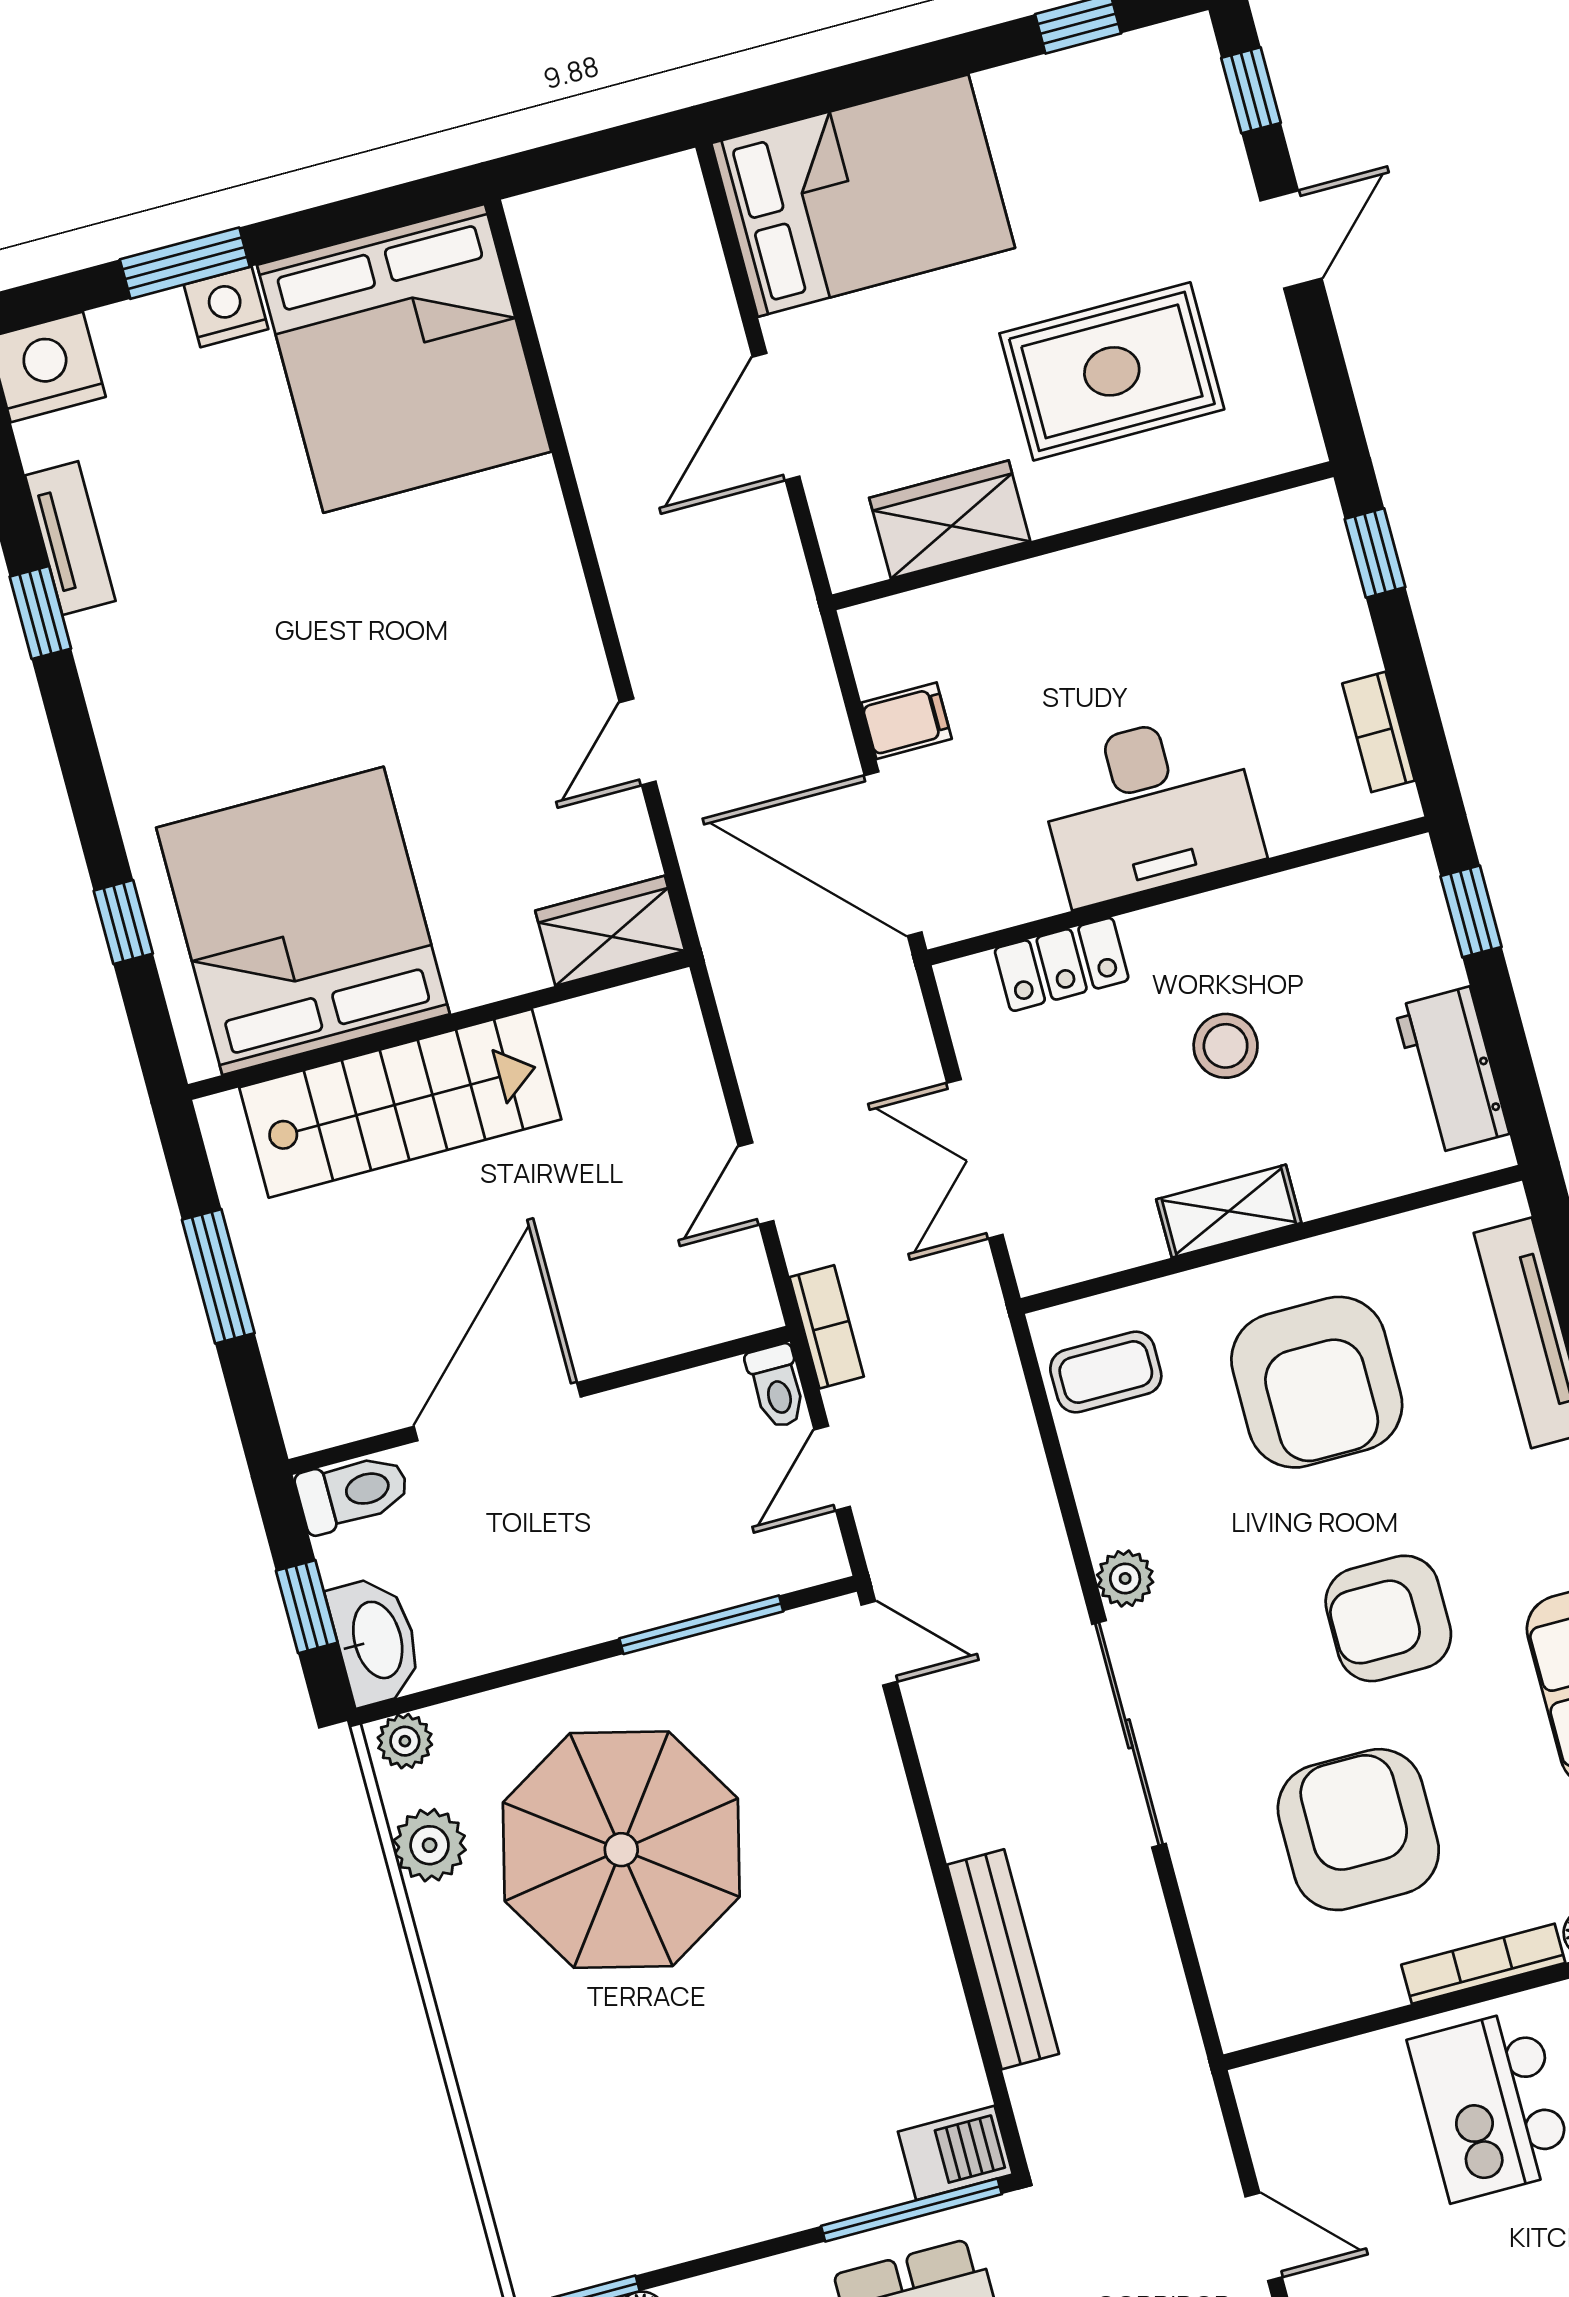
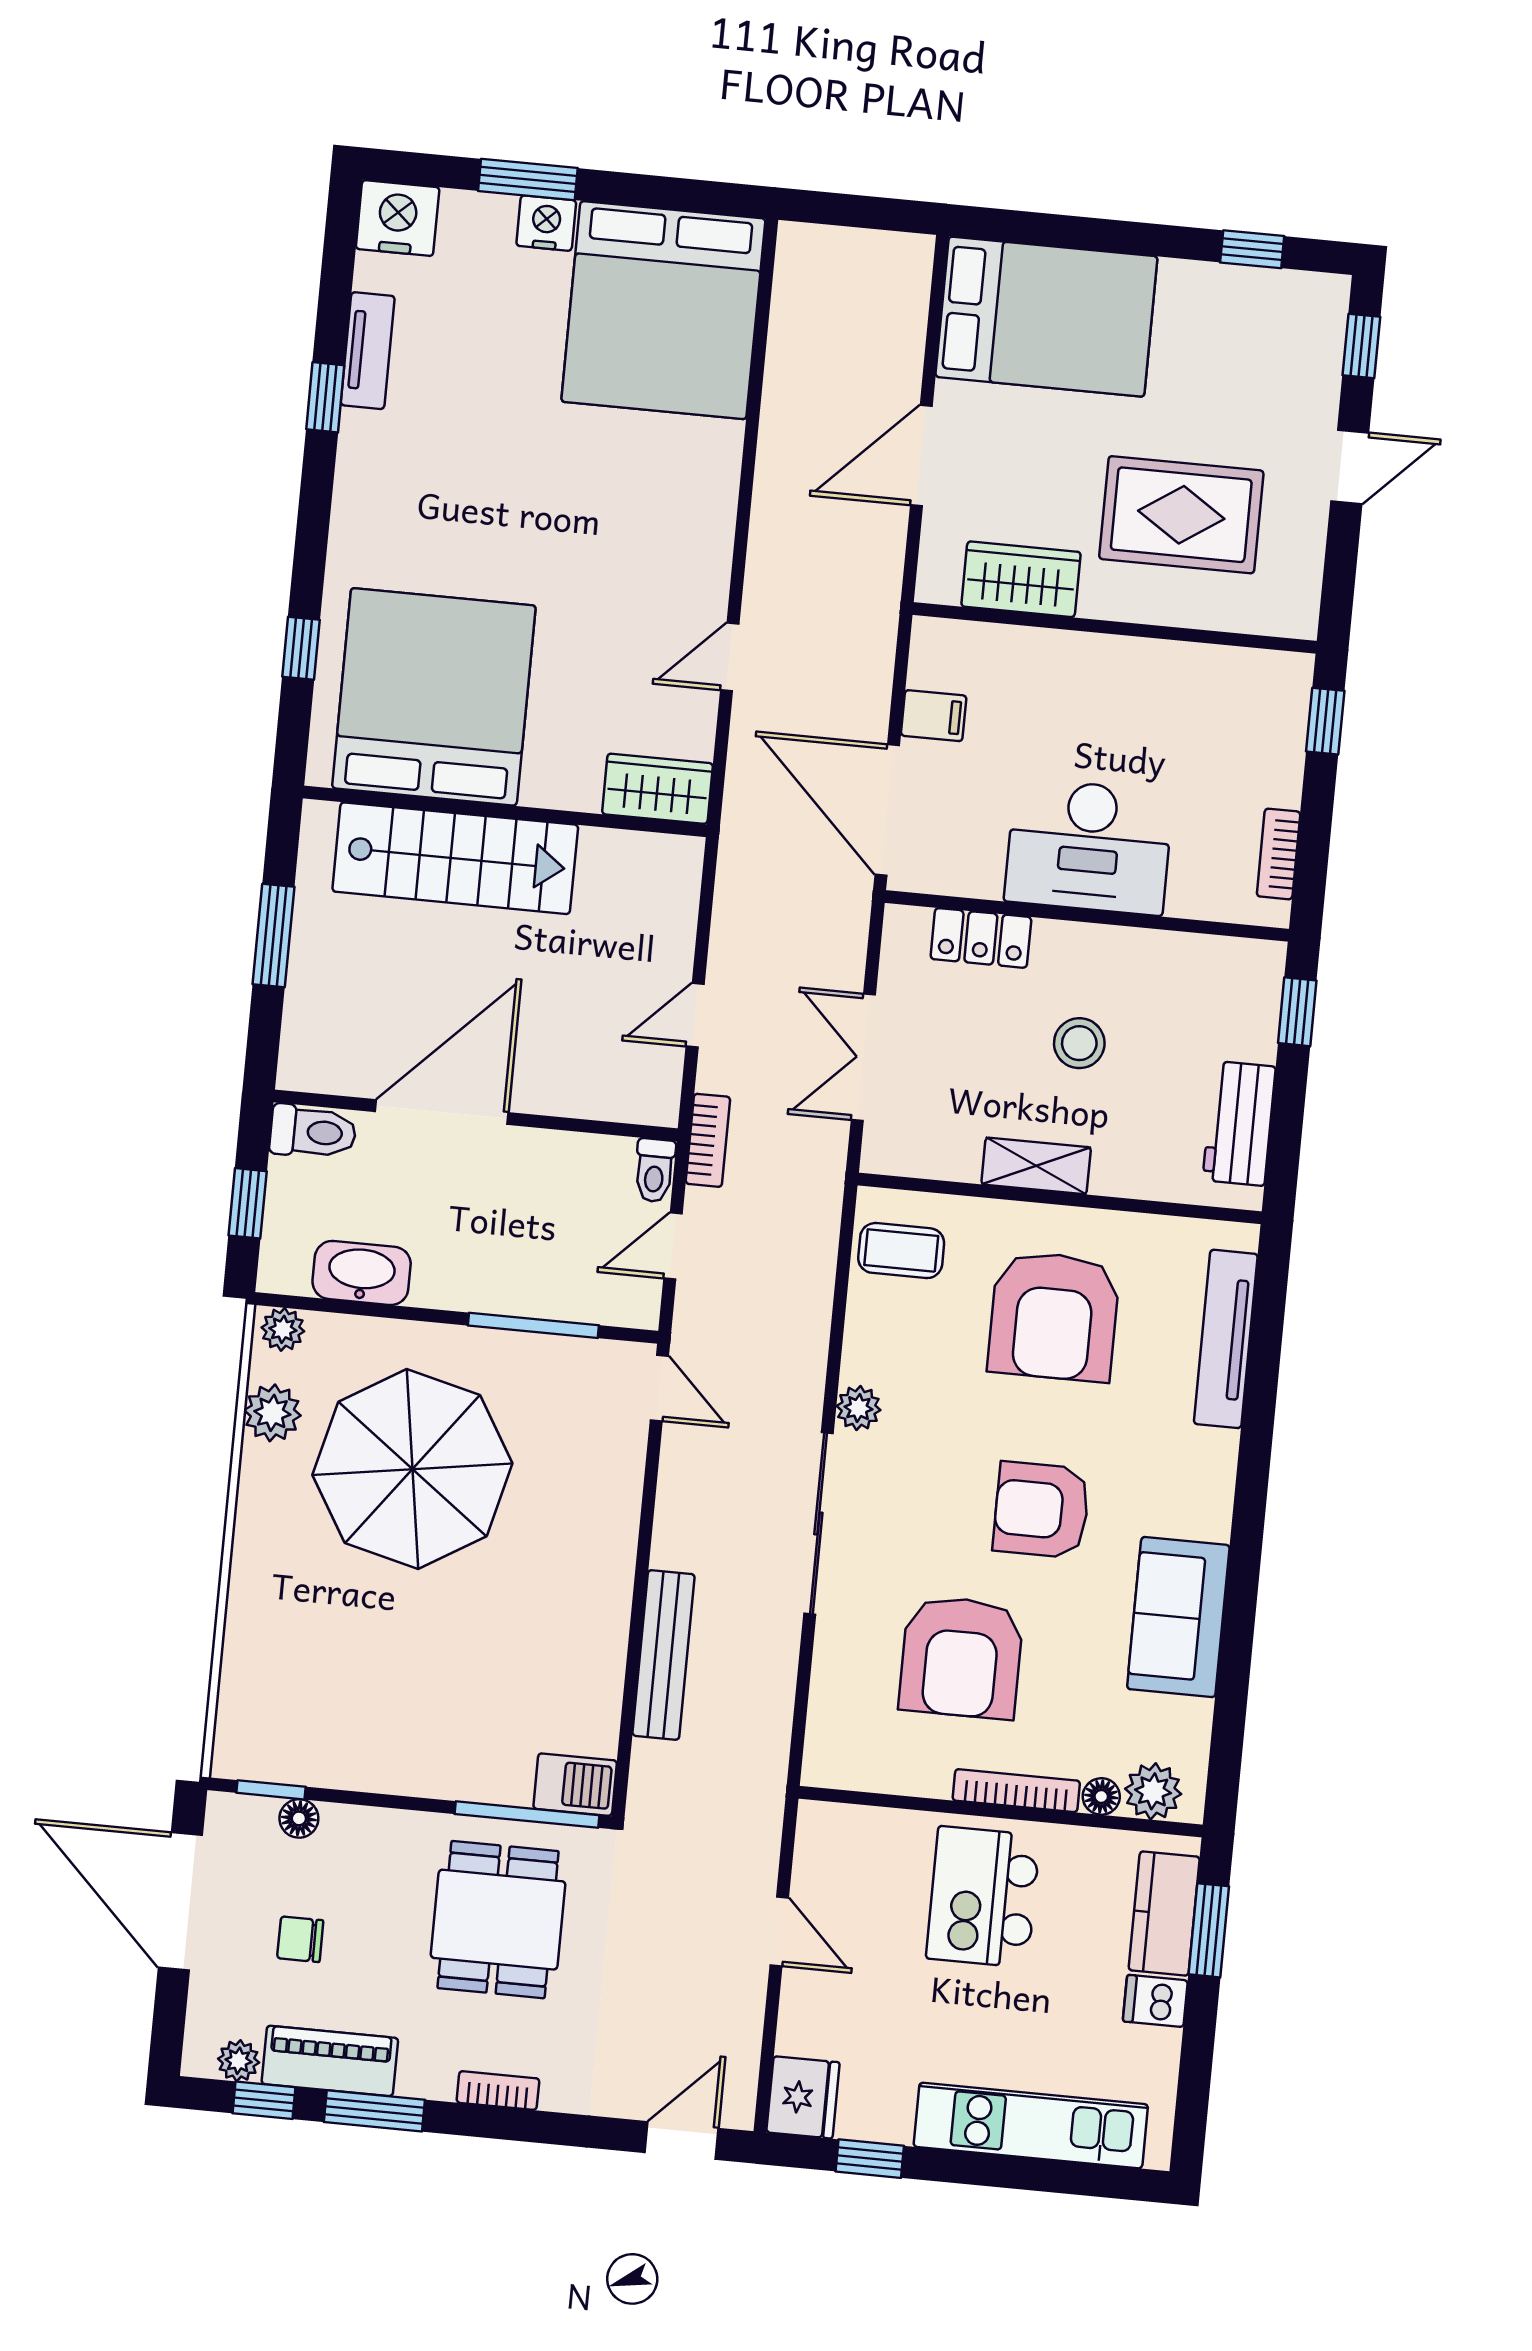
washbasin: (376, 1641) -> (362, 1273), moved, turned -90
armchair: (1358, 1830) -> (961, 1657), turned 180

